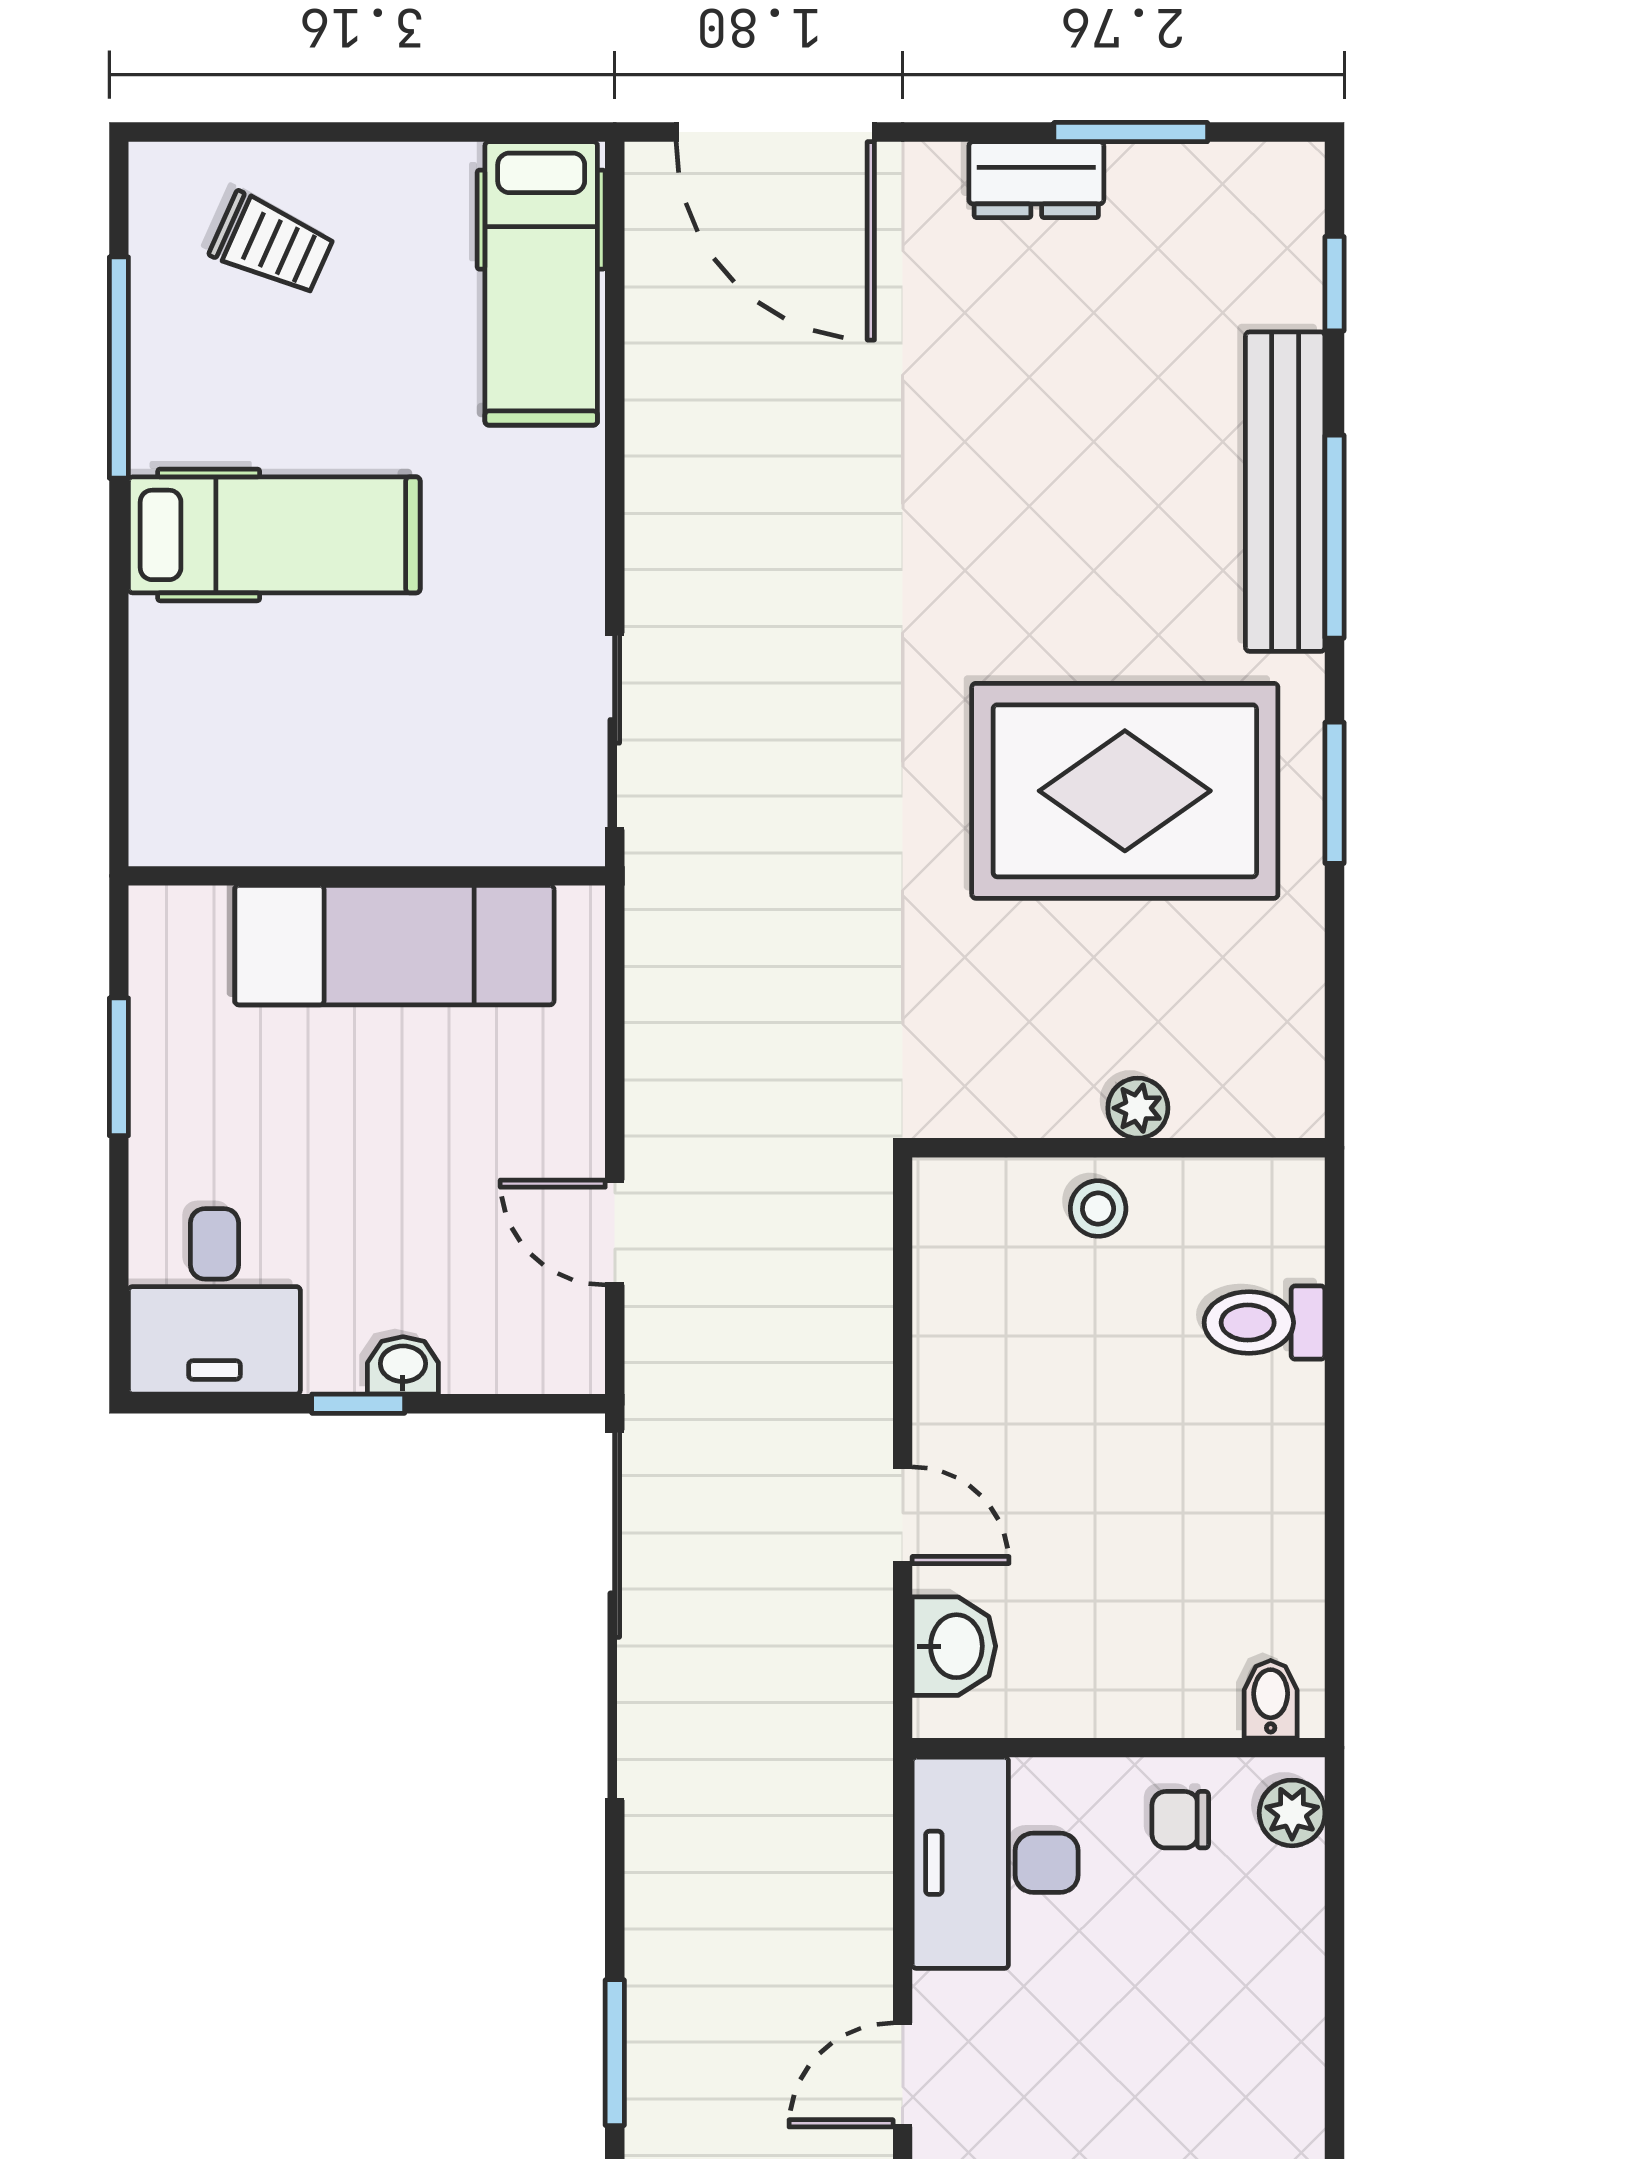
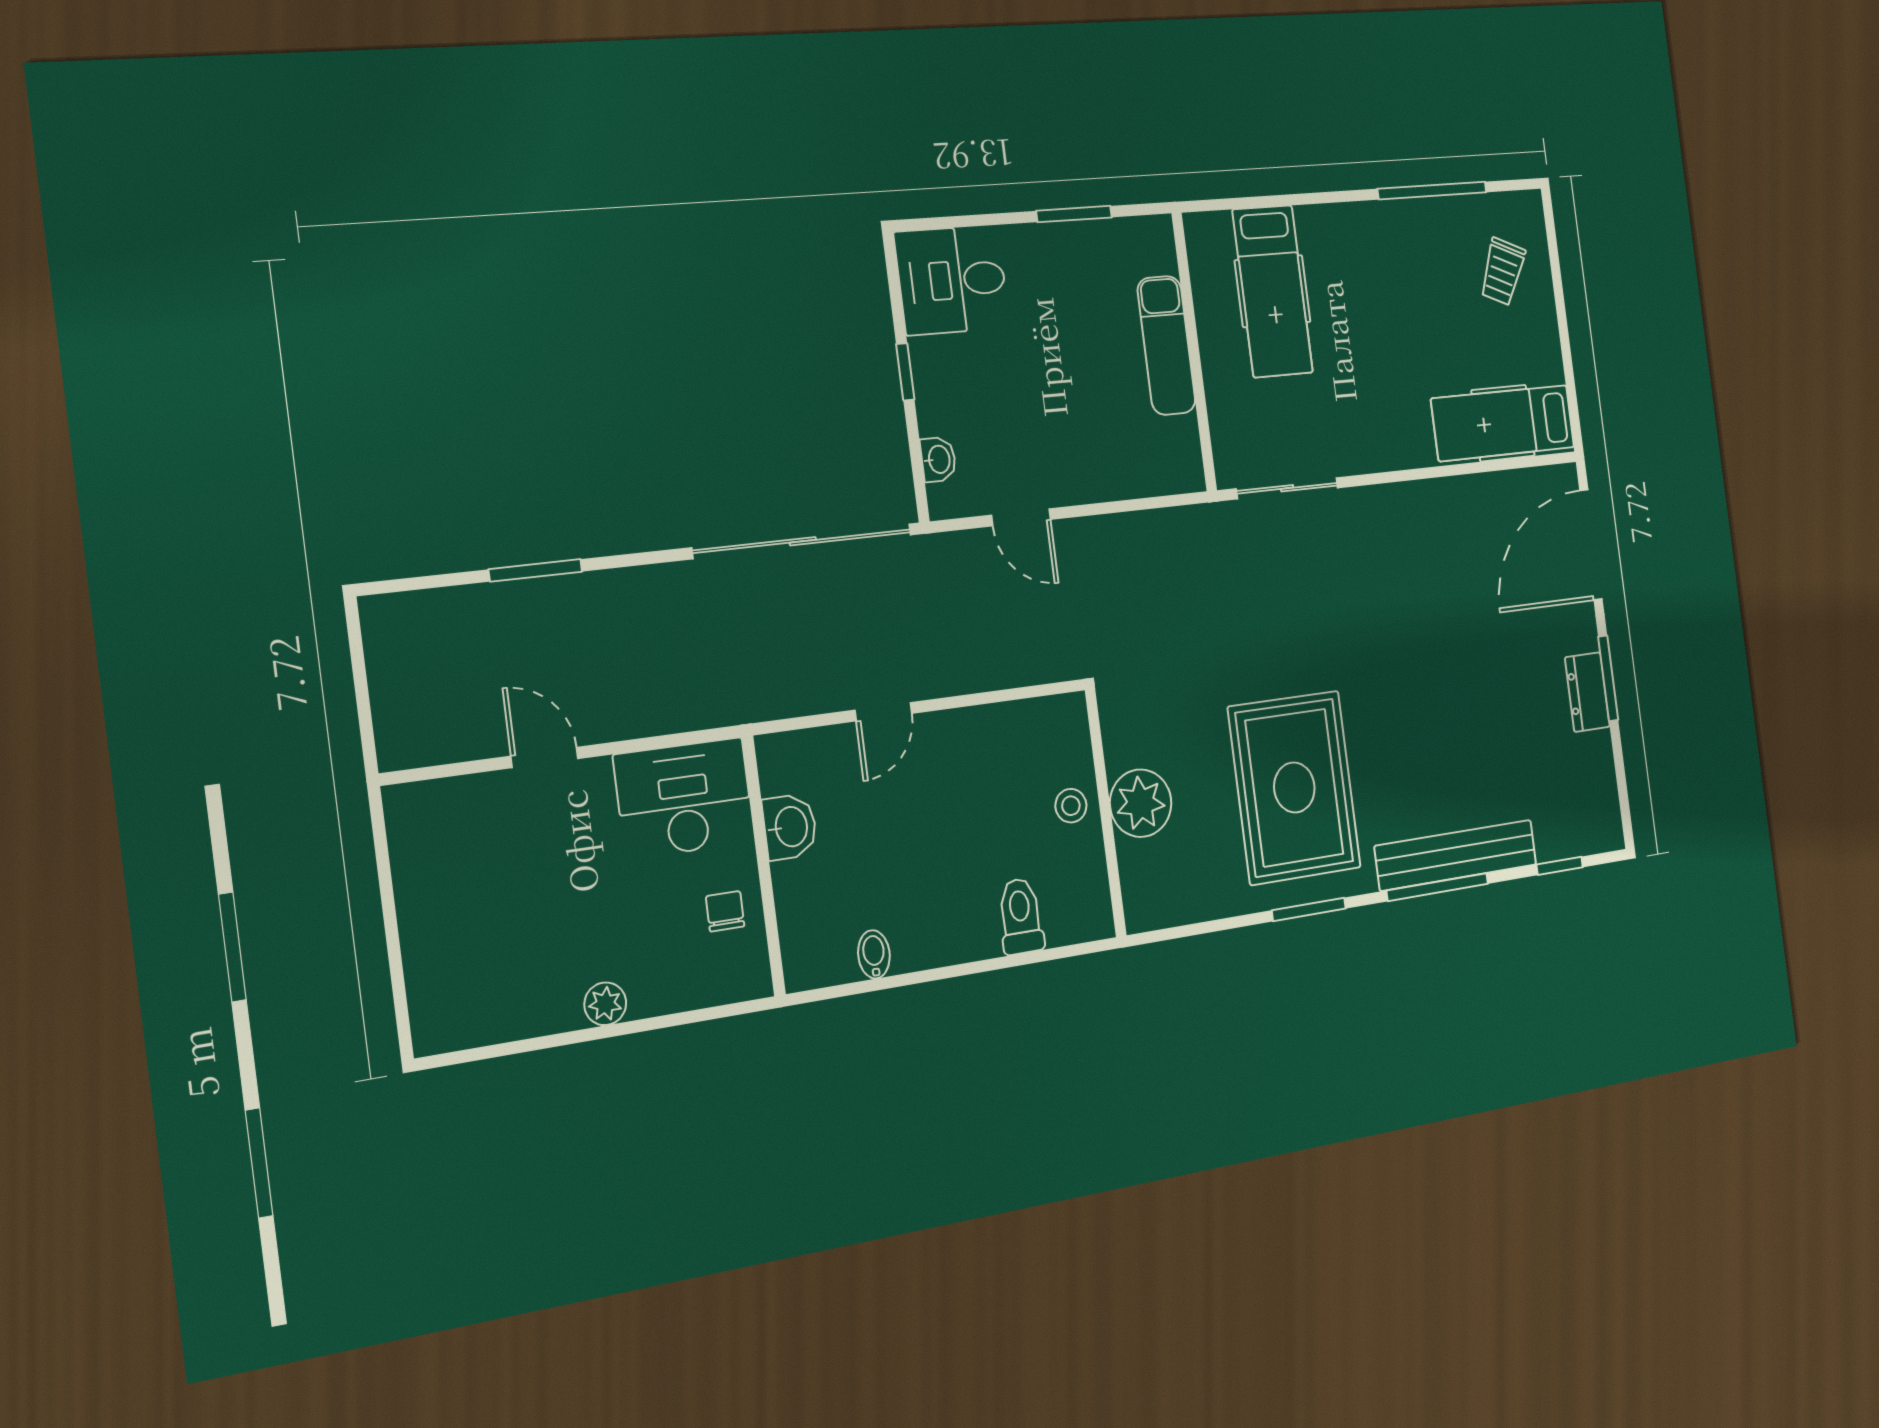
window: (1131, 132) -> (1608, 678), moved
hospital bed: (274, 535) -> (1273, 291), moved
exam couch: (394, 945) -> (1166, 345), width x0.73, depth x0.69
plant: (1138, 1108) -> (1141, 803), width x1.88, depth x1.88
door: (615, 1232) -> (1021, 517), swing flipped
washbasin: (403, 1365) -> (938, 459), moved
washbasin: (954, 1646) -> (790, 827), moved, turned -90
bidet: (1271, 1699) -> (874, 954), moved, turned -90
plant: (1292, 1813) -> (605, 1004), moved

